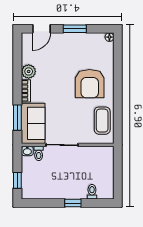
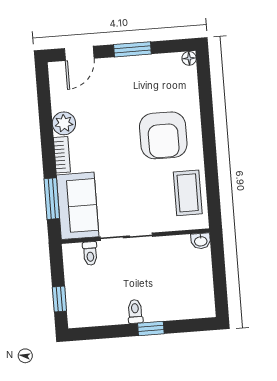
washbasin: (27, 151) -> (201, 241), moved
toilet: (92, 192) -> (135, 312), moved

